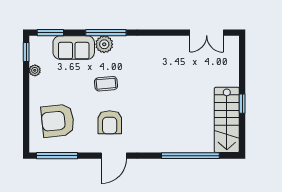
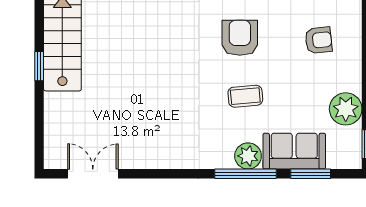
window: (50, 33) -> (311, 174), moved
plant: (35, 70) -> (346, 109), width x1.87, depth x1.87
armchair: (58, 121) -> (319, 40), width x0.53, depth x0.53

